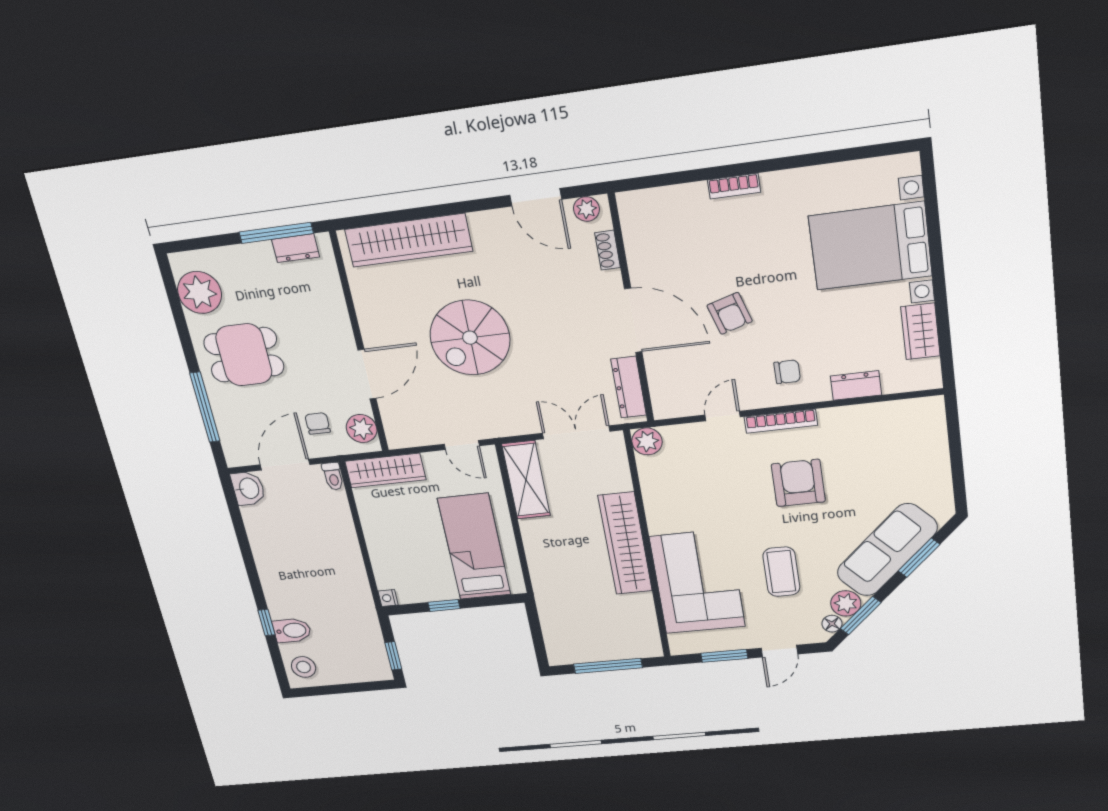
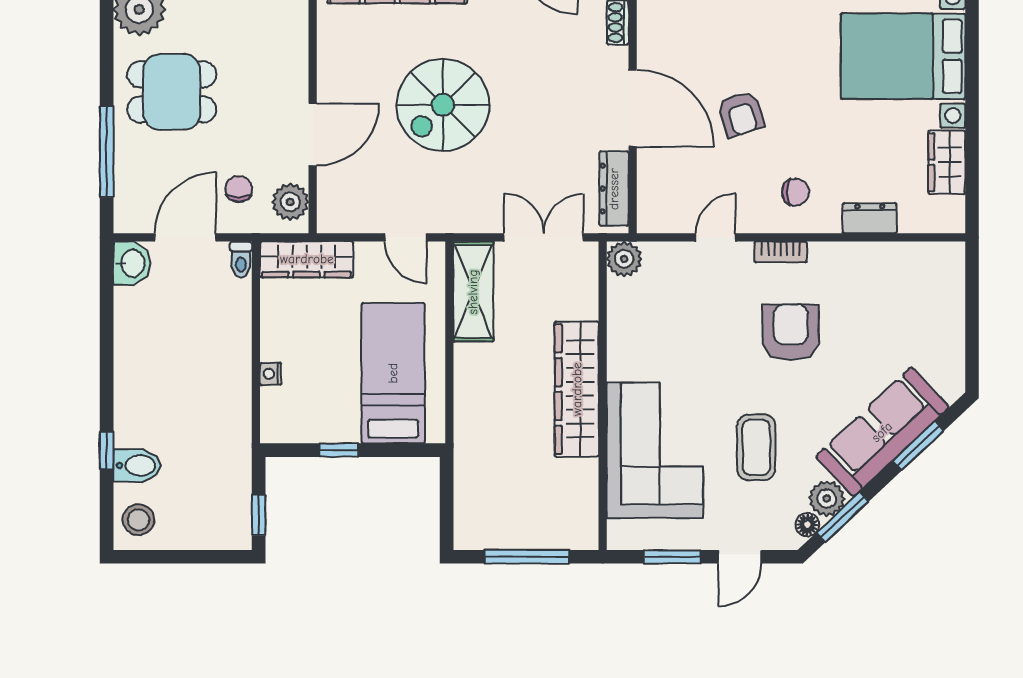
bookcase: (781, 421) -> (781, 252), width x0.64
nightstand: (388, 598) -> (271, 374), moved

